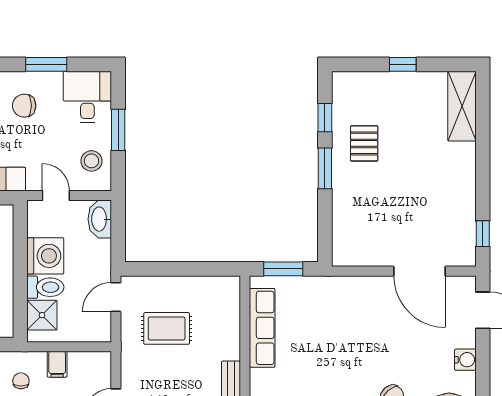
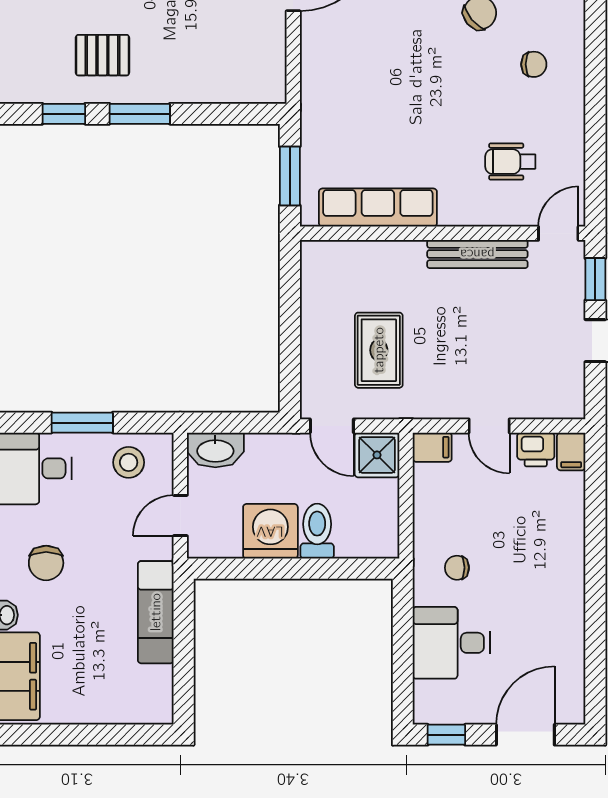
shower: (42, 315) -> (377, 455), moved
filing cabinet: (57, 364) -> (432, 447), moved

